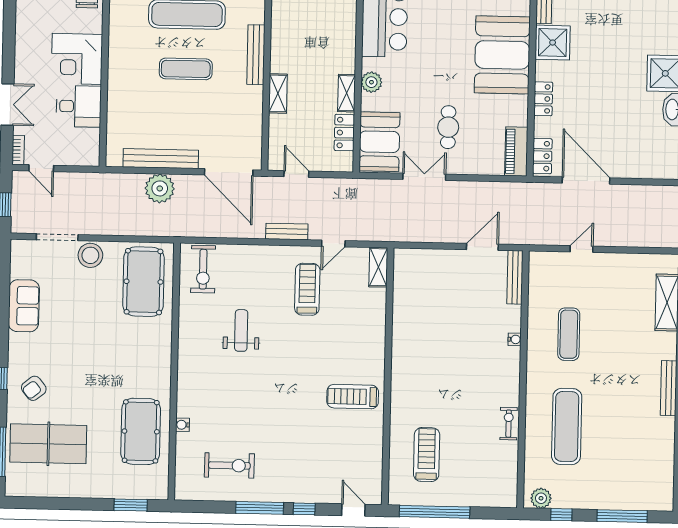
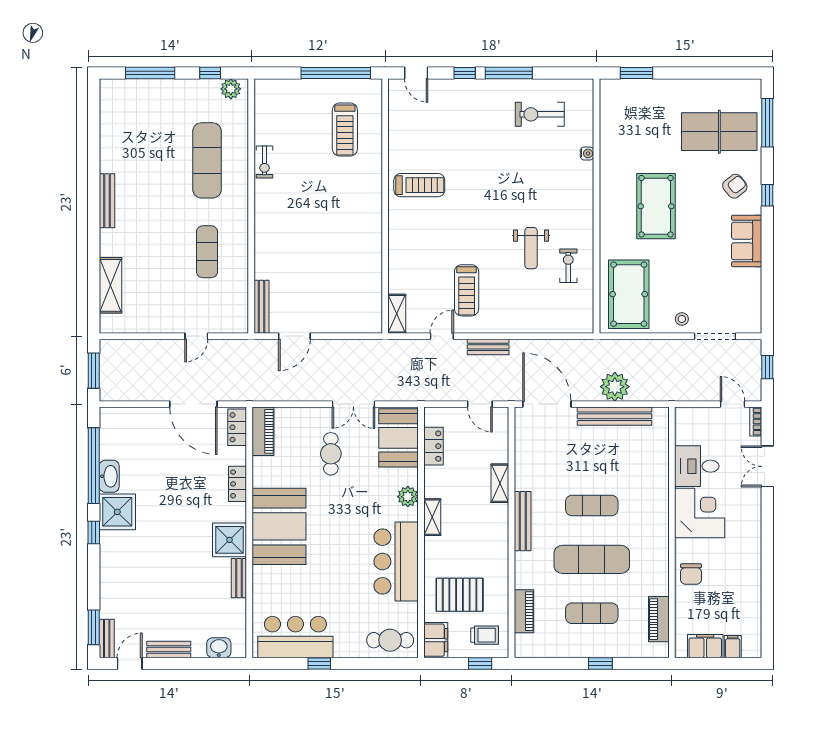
shelving: (347, 93) -> (432, 517), moved
stool: (90, 255) -> (682, 319), width x0.53, depth x0.53
exercise bike: (203, 269) -> (568, 266), moved, width x0.73, depth x0.72
sofa: (24, 306) -> (747, 241), moved
water cooler: (515, 339) -> (260, 245), removed
pool table: (141, 431) -> (656, 206), moved

